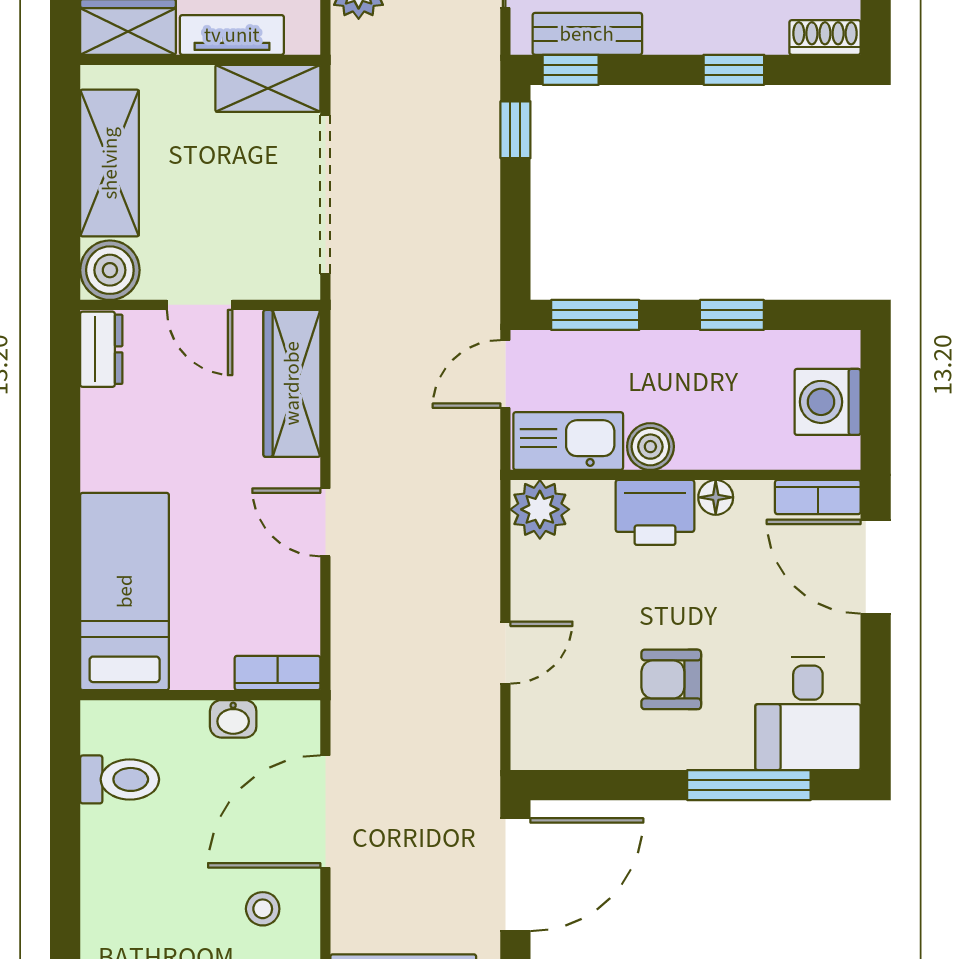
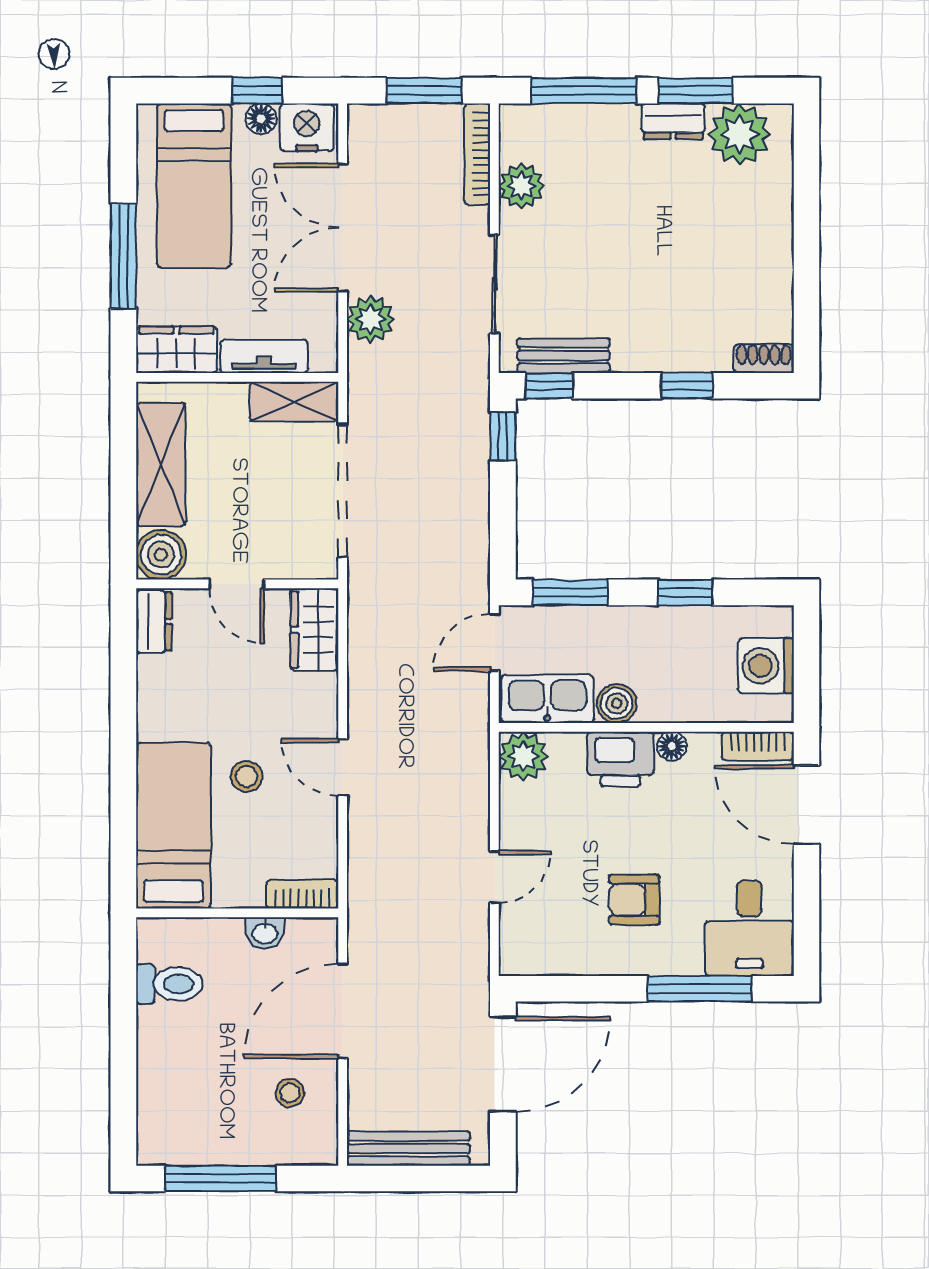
wardrobe: (292, 383) -> (314, 629), width x0.67
stool: (211, 533) -> (247, 776), added

